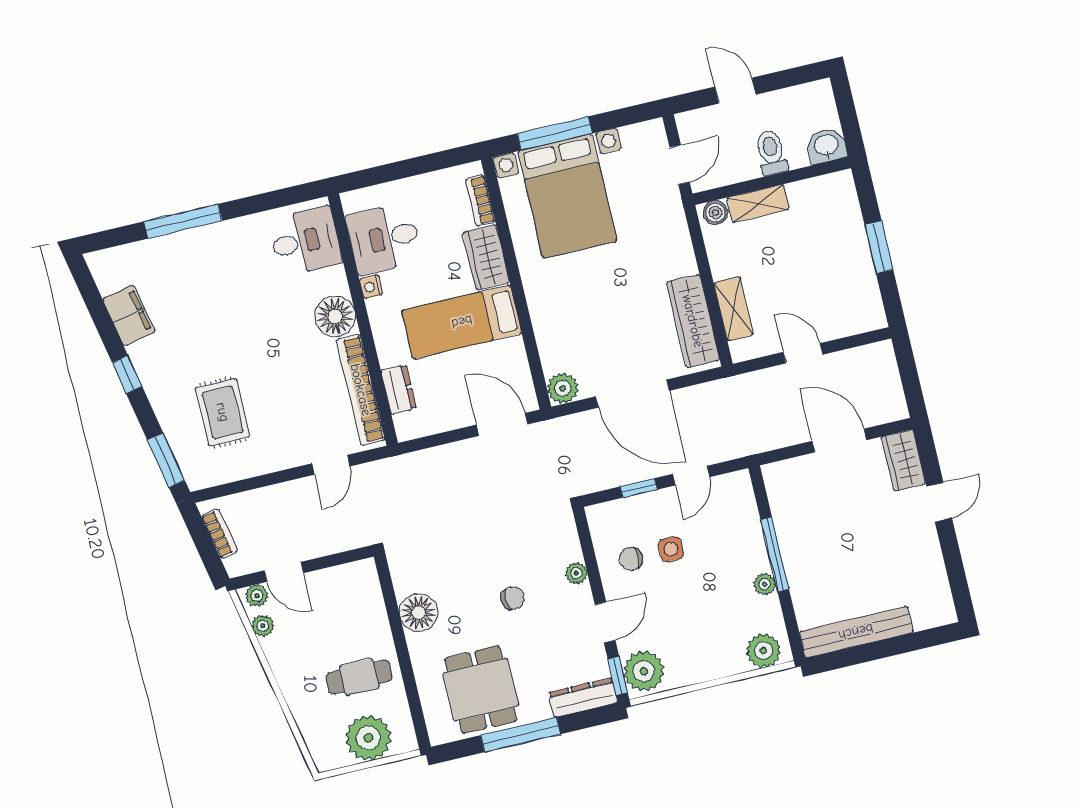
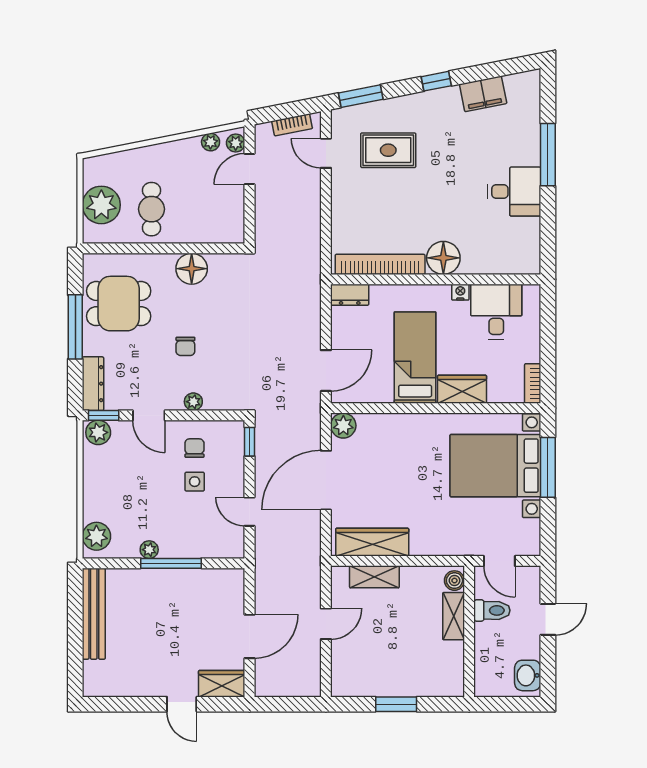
washbasin: (827, 146) -> (528, 675), moved, turned 180
toilet: (771, 153) -> (492, 610), moved
bookcase: (480, 201) -> (533, 383), moved, turned -90
desk: (305, 241) -> (514, 192), moved, turned -90
dresser: (399, 389) -> (350, 295), moved
door: (331, 465) -> (326, 153), moved
window: (639, 488) -> (250, 442), moved
plant: (644, 671) -> (98, 432), width x0.73, depth x0.73

